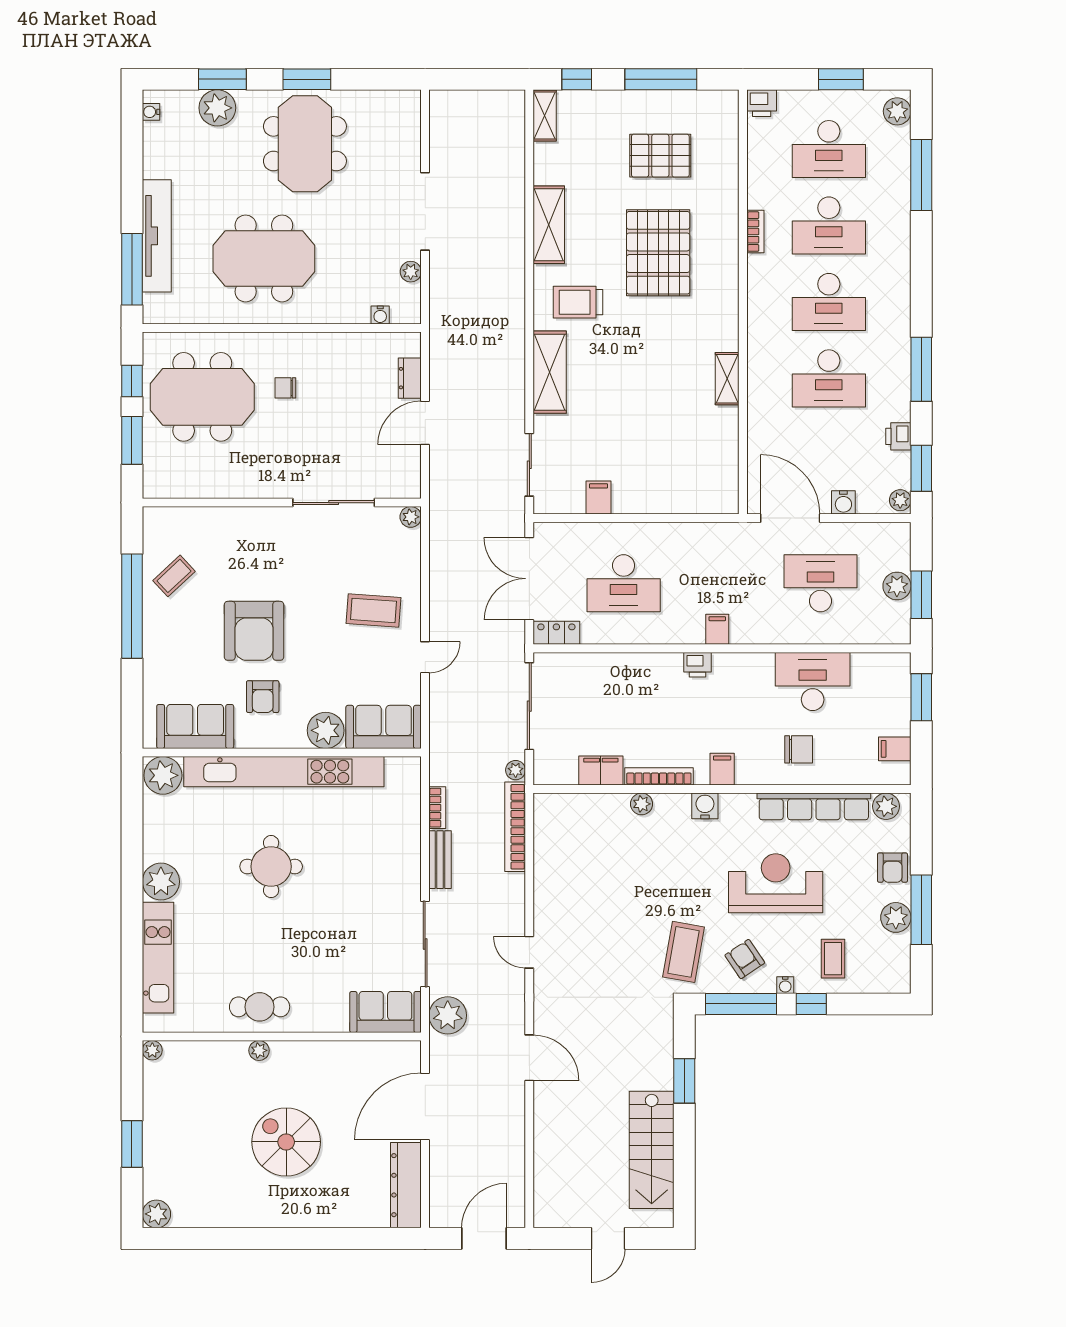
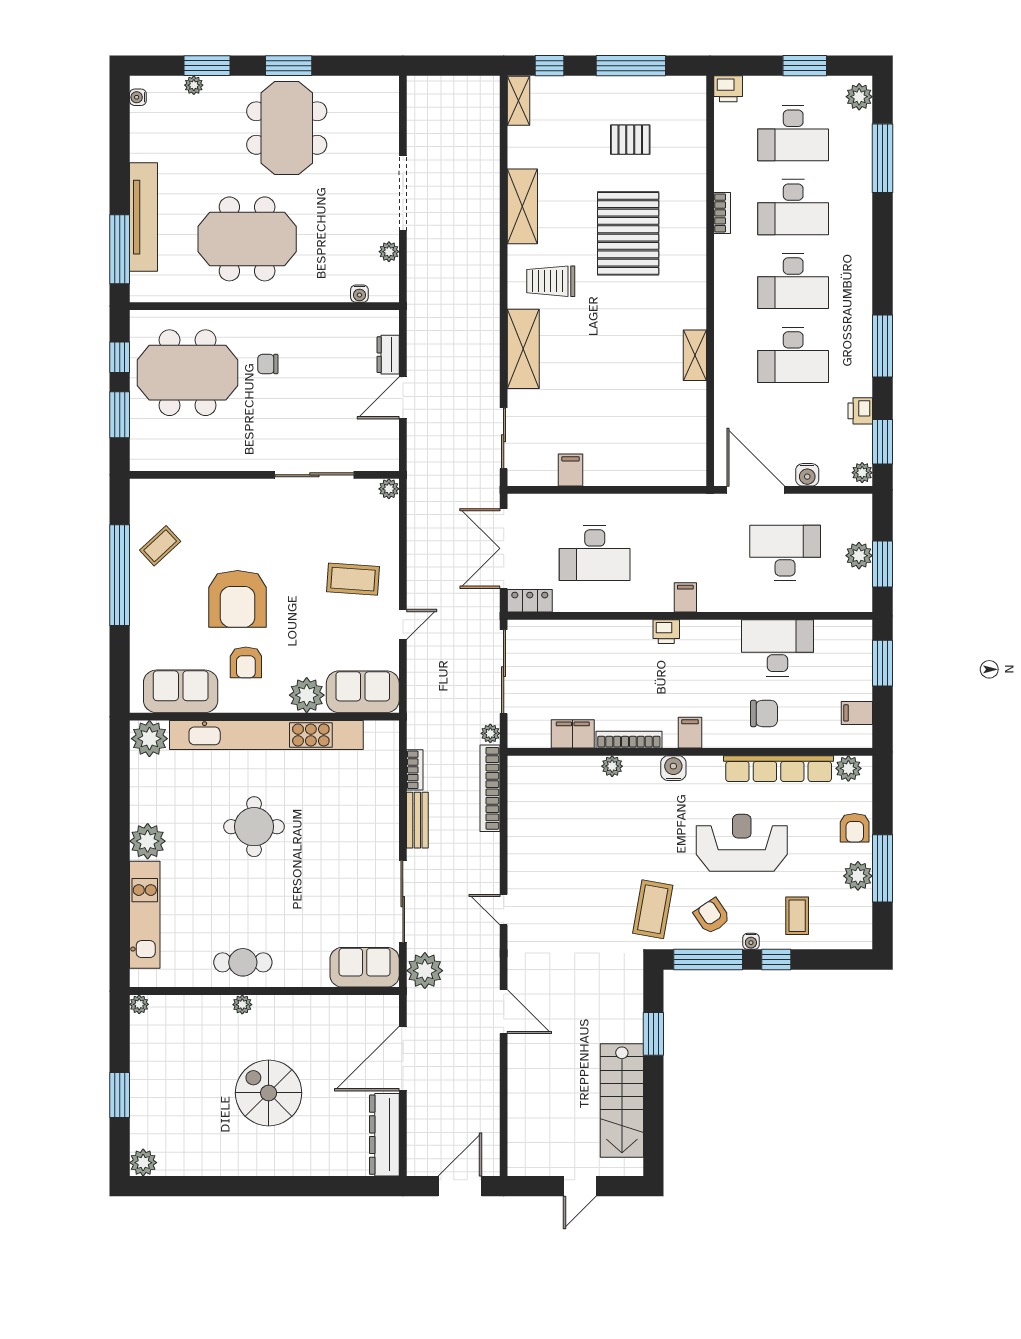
plant: (217, 108) -> (194, 85), width x0.53, depth x0.53
pallet: (660, 156) -> (630, 140), width x0.67, depth x0.71

